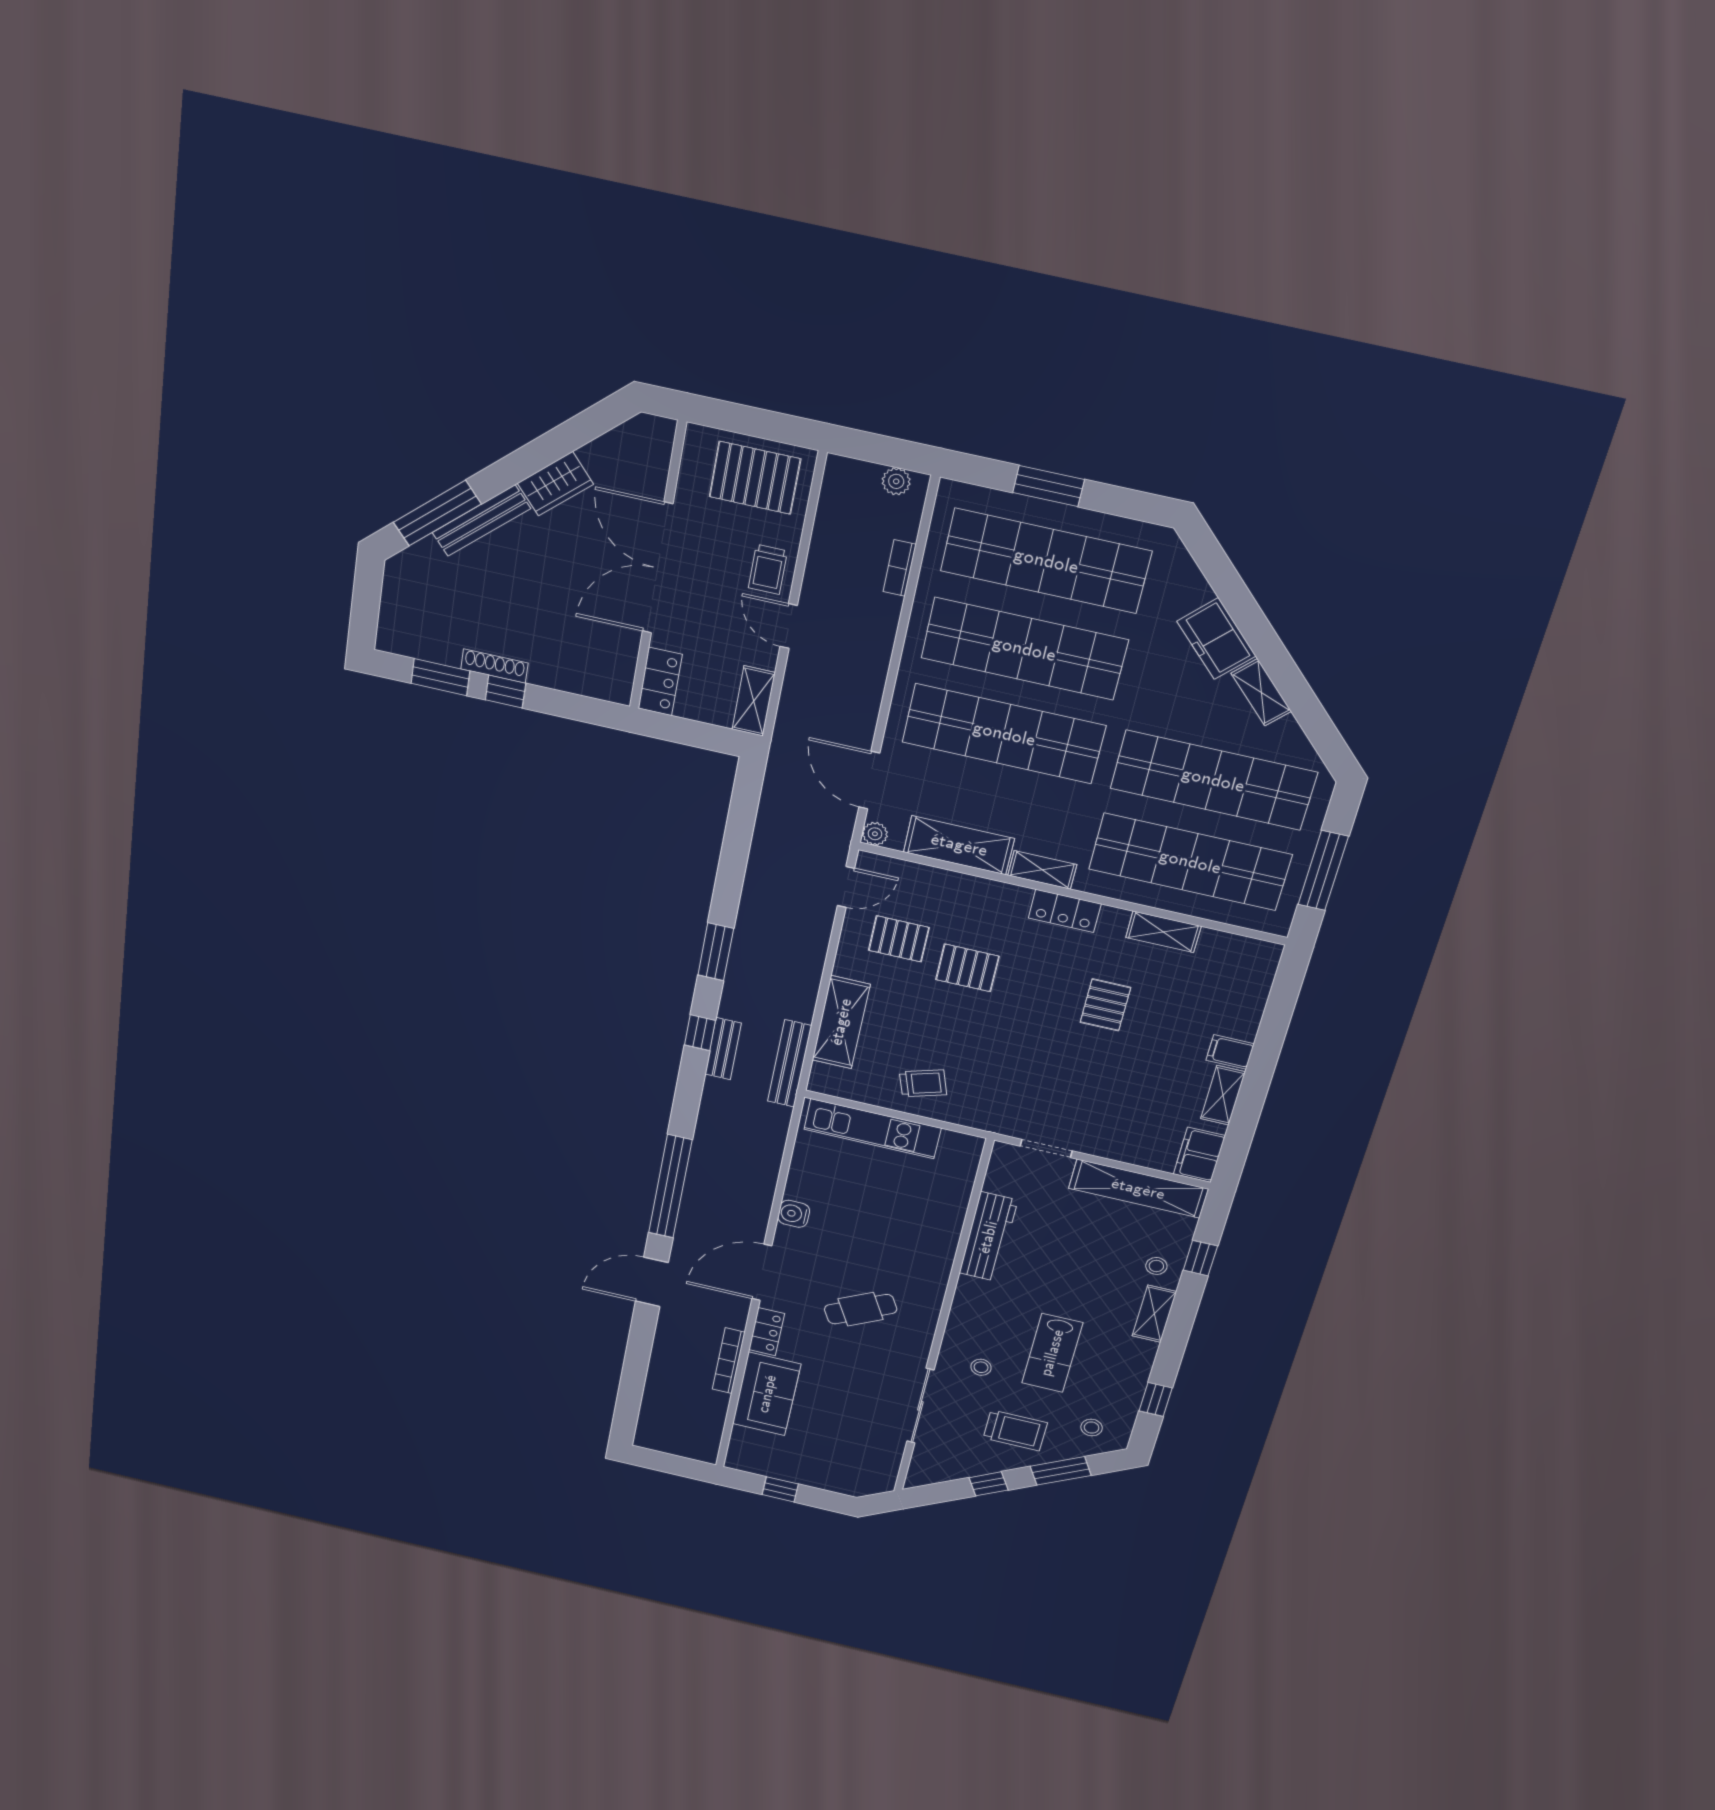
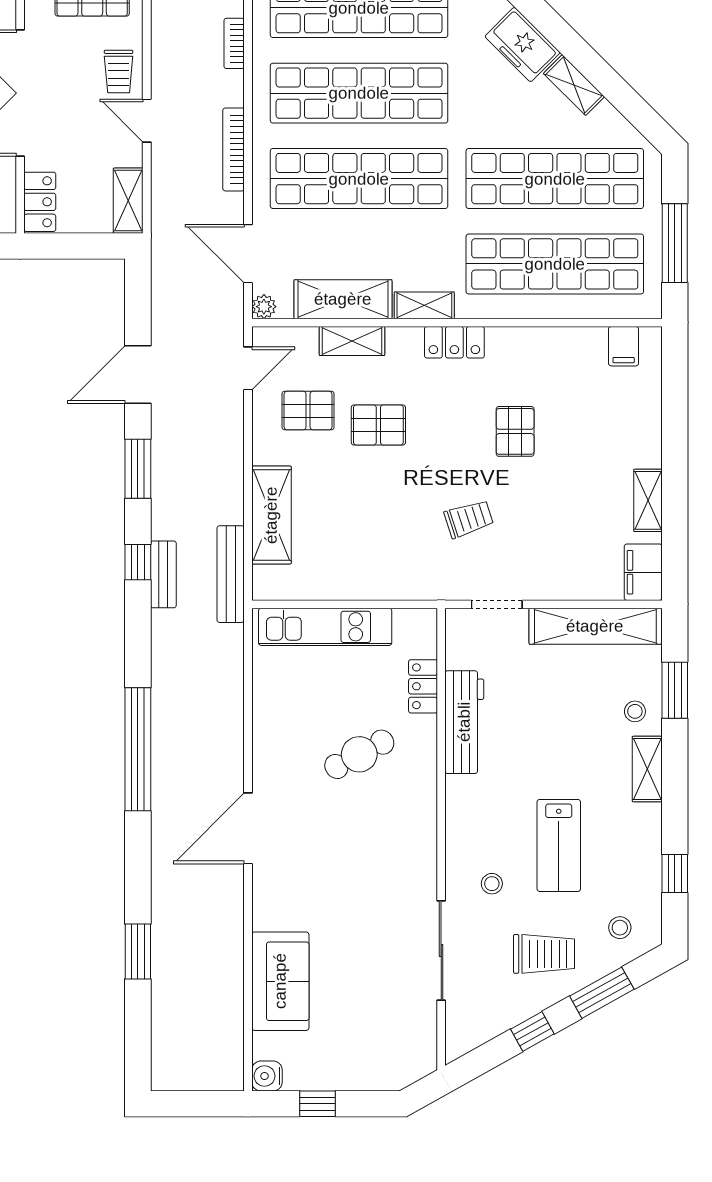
shelving: (1163, 932) -> (352, 341), moved
filing cabinet: (1230, 1052) -> (624, 346), moved, turned -90
trolley: (923, 1083) -> (469, 519), moved
water cooler: (794, 1214) -> (267, 1076), moved
window: (1200, 1258) -> (675, 690), width x1.50
door: (652, 1282) -> (138, 375), moved
cafe table: (861, 1309) -> (359, 754), moved
locker: (767, 1332) -> (423, 686), moved, turned 180
window: (640, 1342) -> (138, 952), added
bookcase: (729, 1361) -> (234, 149), moved

